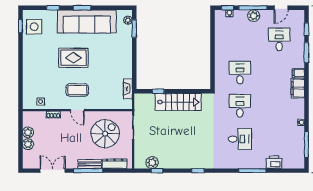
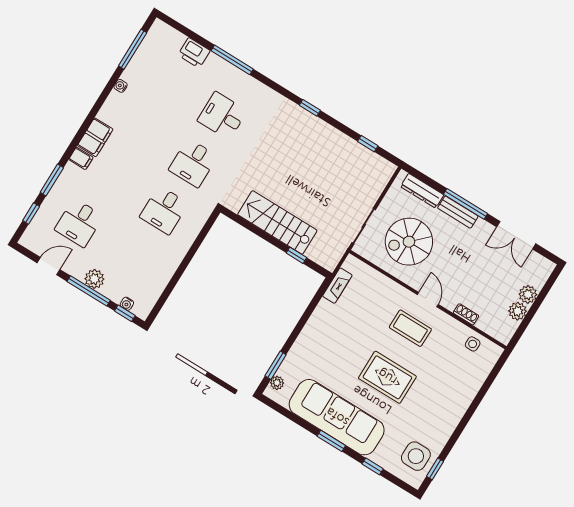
plant: (152, 163) -> (368, 159), removed

